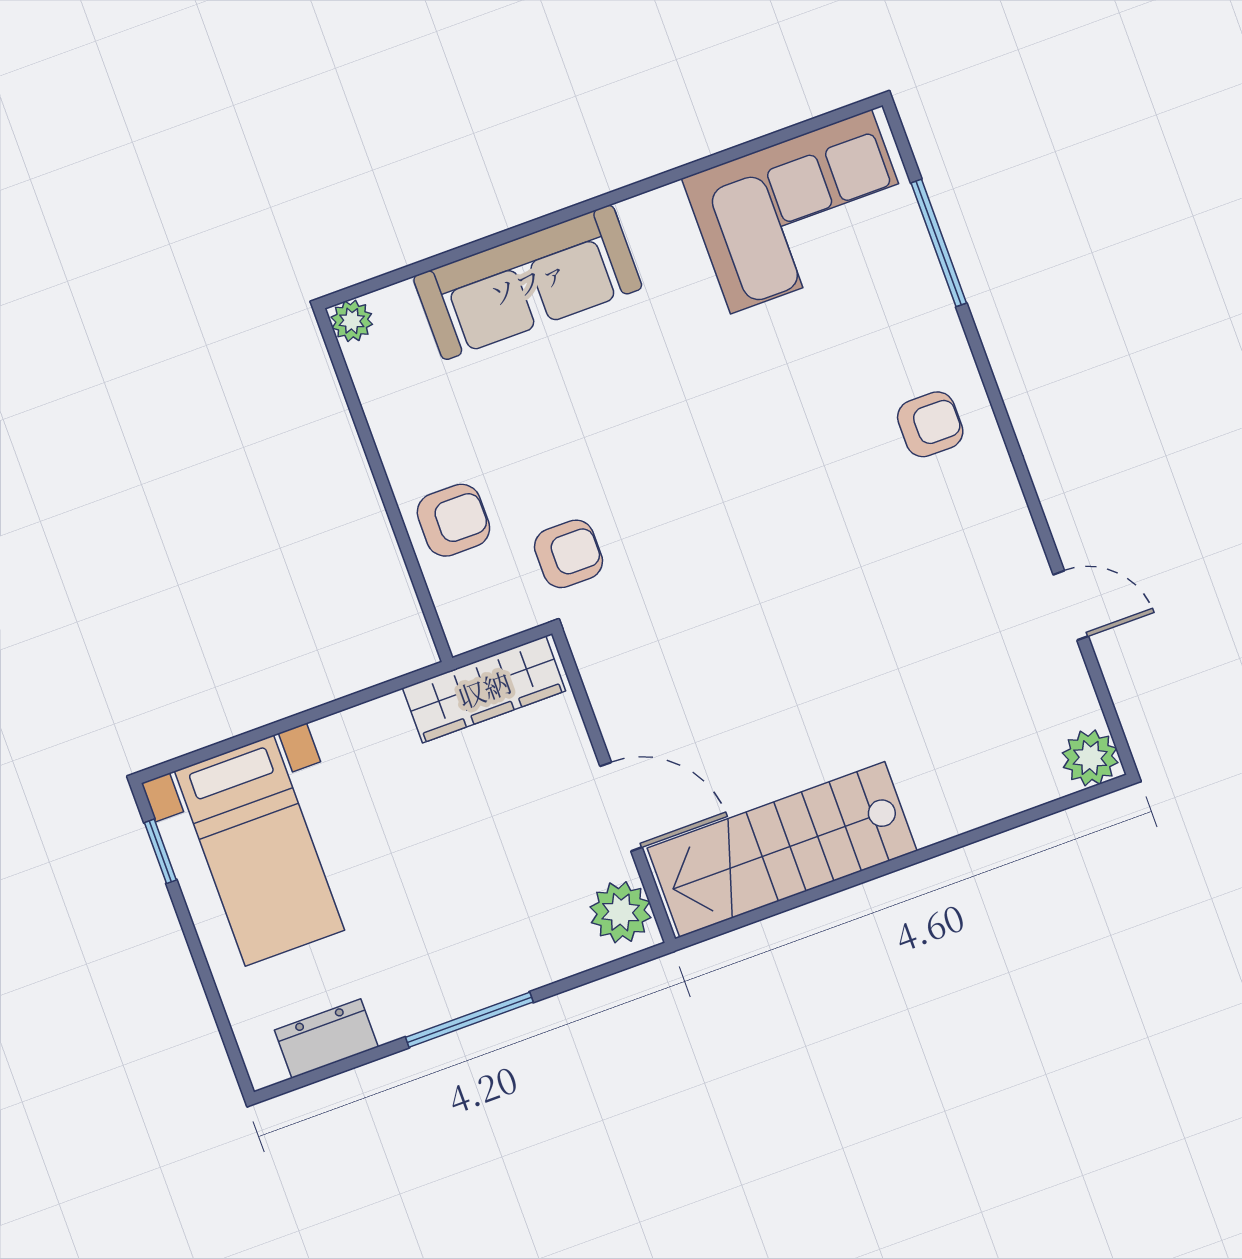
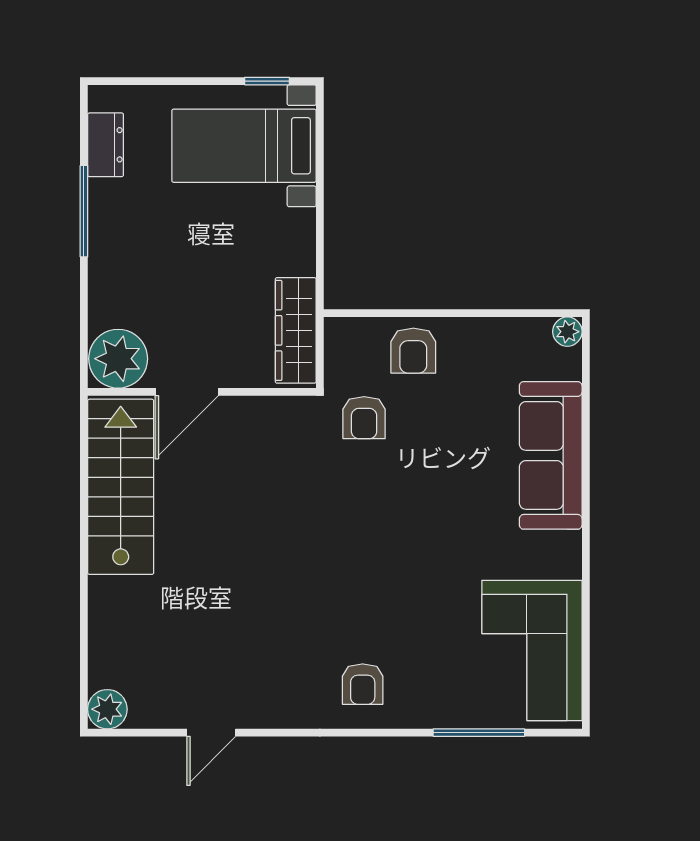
plant: (621, 912) -> (118, 359), width x1.36, depth x1.36
window: (469, 1020) -> (84, 211), moved

